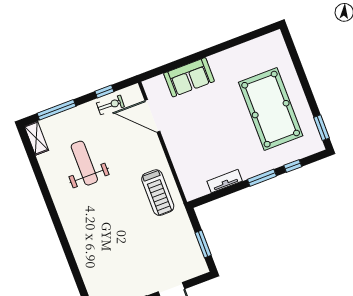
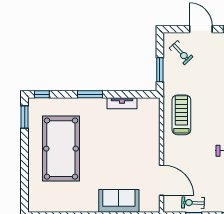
window: (293, 166) -> (42, 94), moved
window: (203, 244) -> (160, 70), moved
exercise bike: (183, 258) -> (181, 53), added

